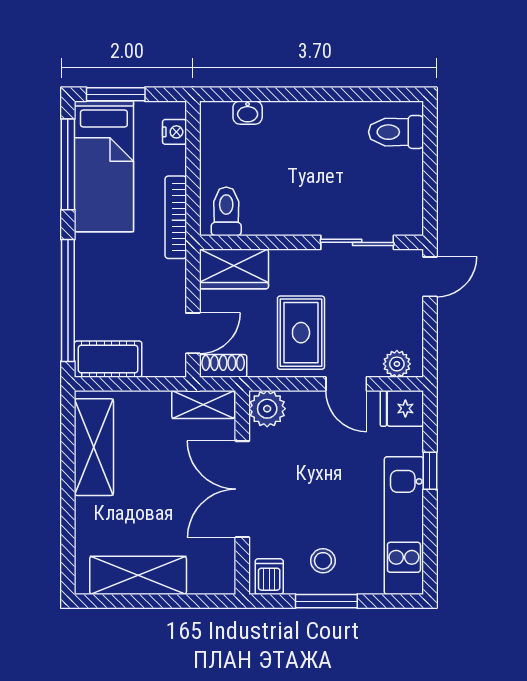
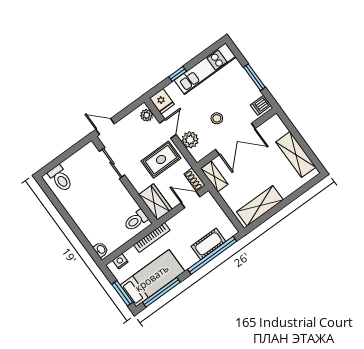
washbasin: (248, 113) -> (101, 250), moved
cot: (108, 359) -> (208, 244), moved, turned 90
plant: (267, 409) -> (190, 140), moved
stool: (323, 561) -> (217, 118), moved

